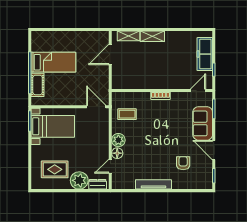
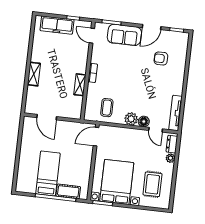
shelving: (129, 36) -> (80, 85), moved
bed with nightstands: (53, 126) -> (117, 182), width x1.36
plant: (79, 180) -> (170, 158), width x0.53, depth x0.53
tv unit: (153, 184) -> (176, 113), moved

